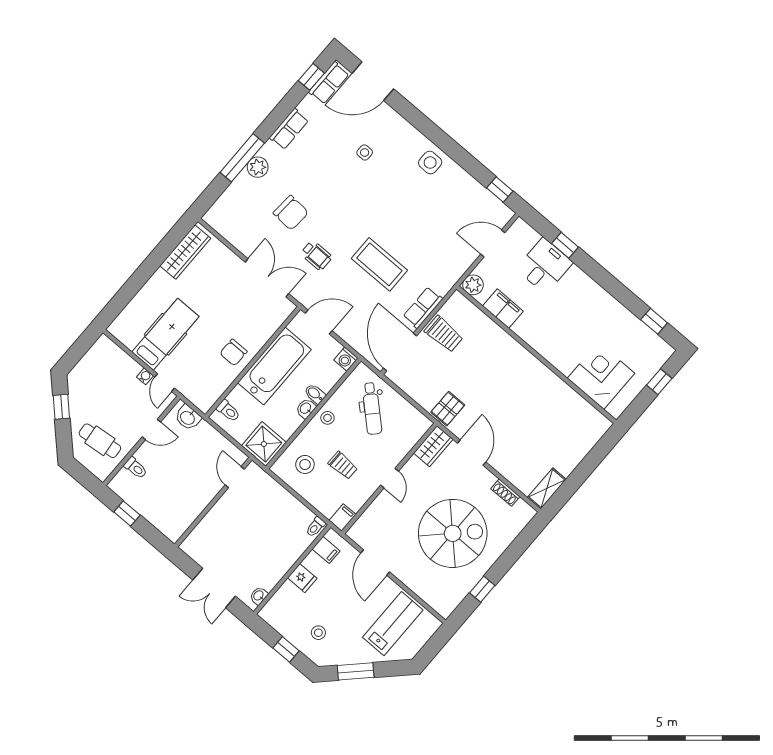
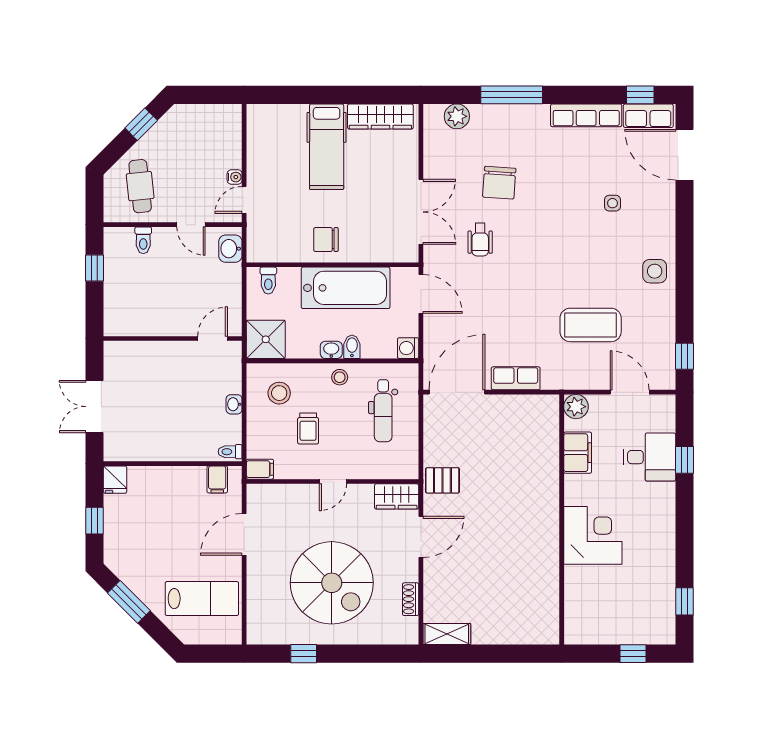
row of seats: (289, 129) -> (586, 115), width x1.48
plant: (258, 167) -> (457, 116), moved
coffee table: (379, 264) -> (591, 325), moved, turned 90
hospital bed: (165, 334) -> (327, 147), moved, turned 90
trolley: (444, 334) -> (508, 418), removed
corner desk: (601, 376) -> (593, 535), moved
dental chair: (372, 408) -> (383, 411), turned -43
fridge: (302, 578) -> (115, 480), moved
washbasin: (259, 596) -> (234, 404), moved, turned -90
stool: (318, 633) -> (135, 537), removed

